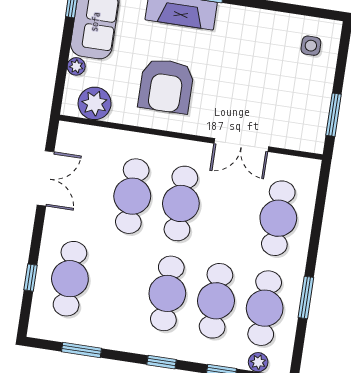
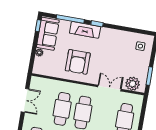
plant: (95, 103) -> (133, 84), moved
double door: (241, 145) -> (109, 88), swing flipped

